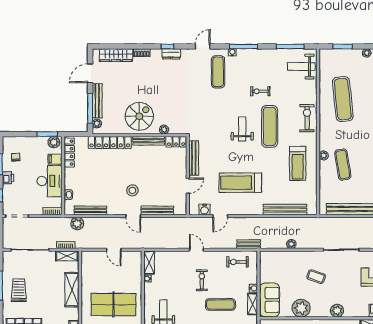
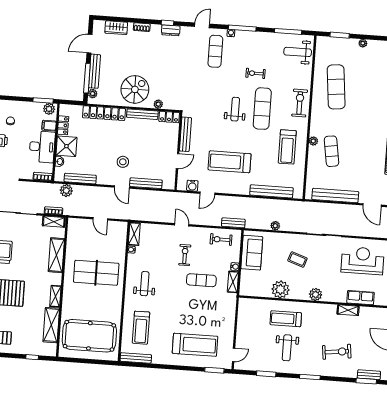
wardrobe: (116, 55) -> (116, 28), width x0.67
locker: (69, 153) -> (63, 125), width x0.66
shower: (74, 179) -> (66, 146), added
sofa: (270, 300) -> (252, 253), moved

